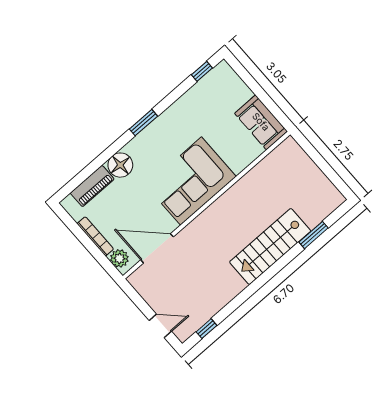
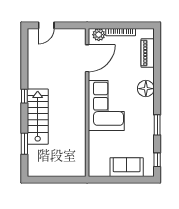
sofa: (261, 122) -> (127, 167), moved
window: (143, 123) -> (157, 125), moved
floor lamp: (120, 165) -> (146, 89), moved
window: (207, 329) -> (24, 96), moved

